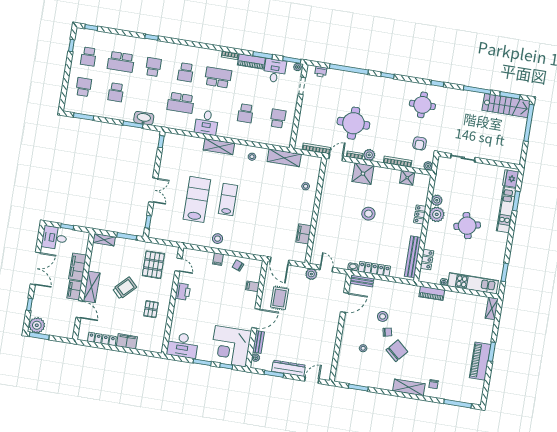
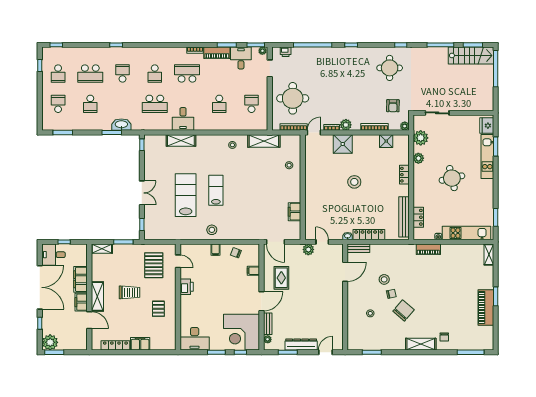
round table: (353, 123) -> (293, 98), moved
shelving: (219, 147) -> (181, 140), moved
plant: (437, 214) -> (421, 138), moved
double door: (35, 268) -> (40, 287), width x1.36
trolley: (125, 288) -> (130, 292), turned 45

